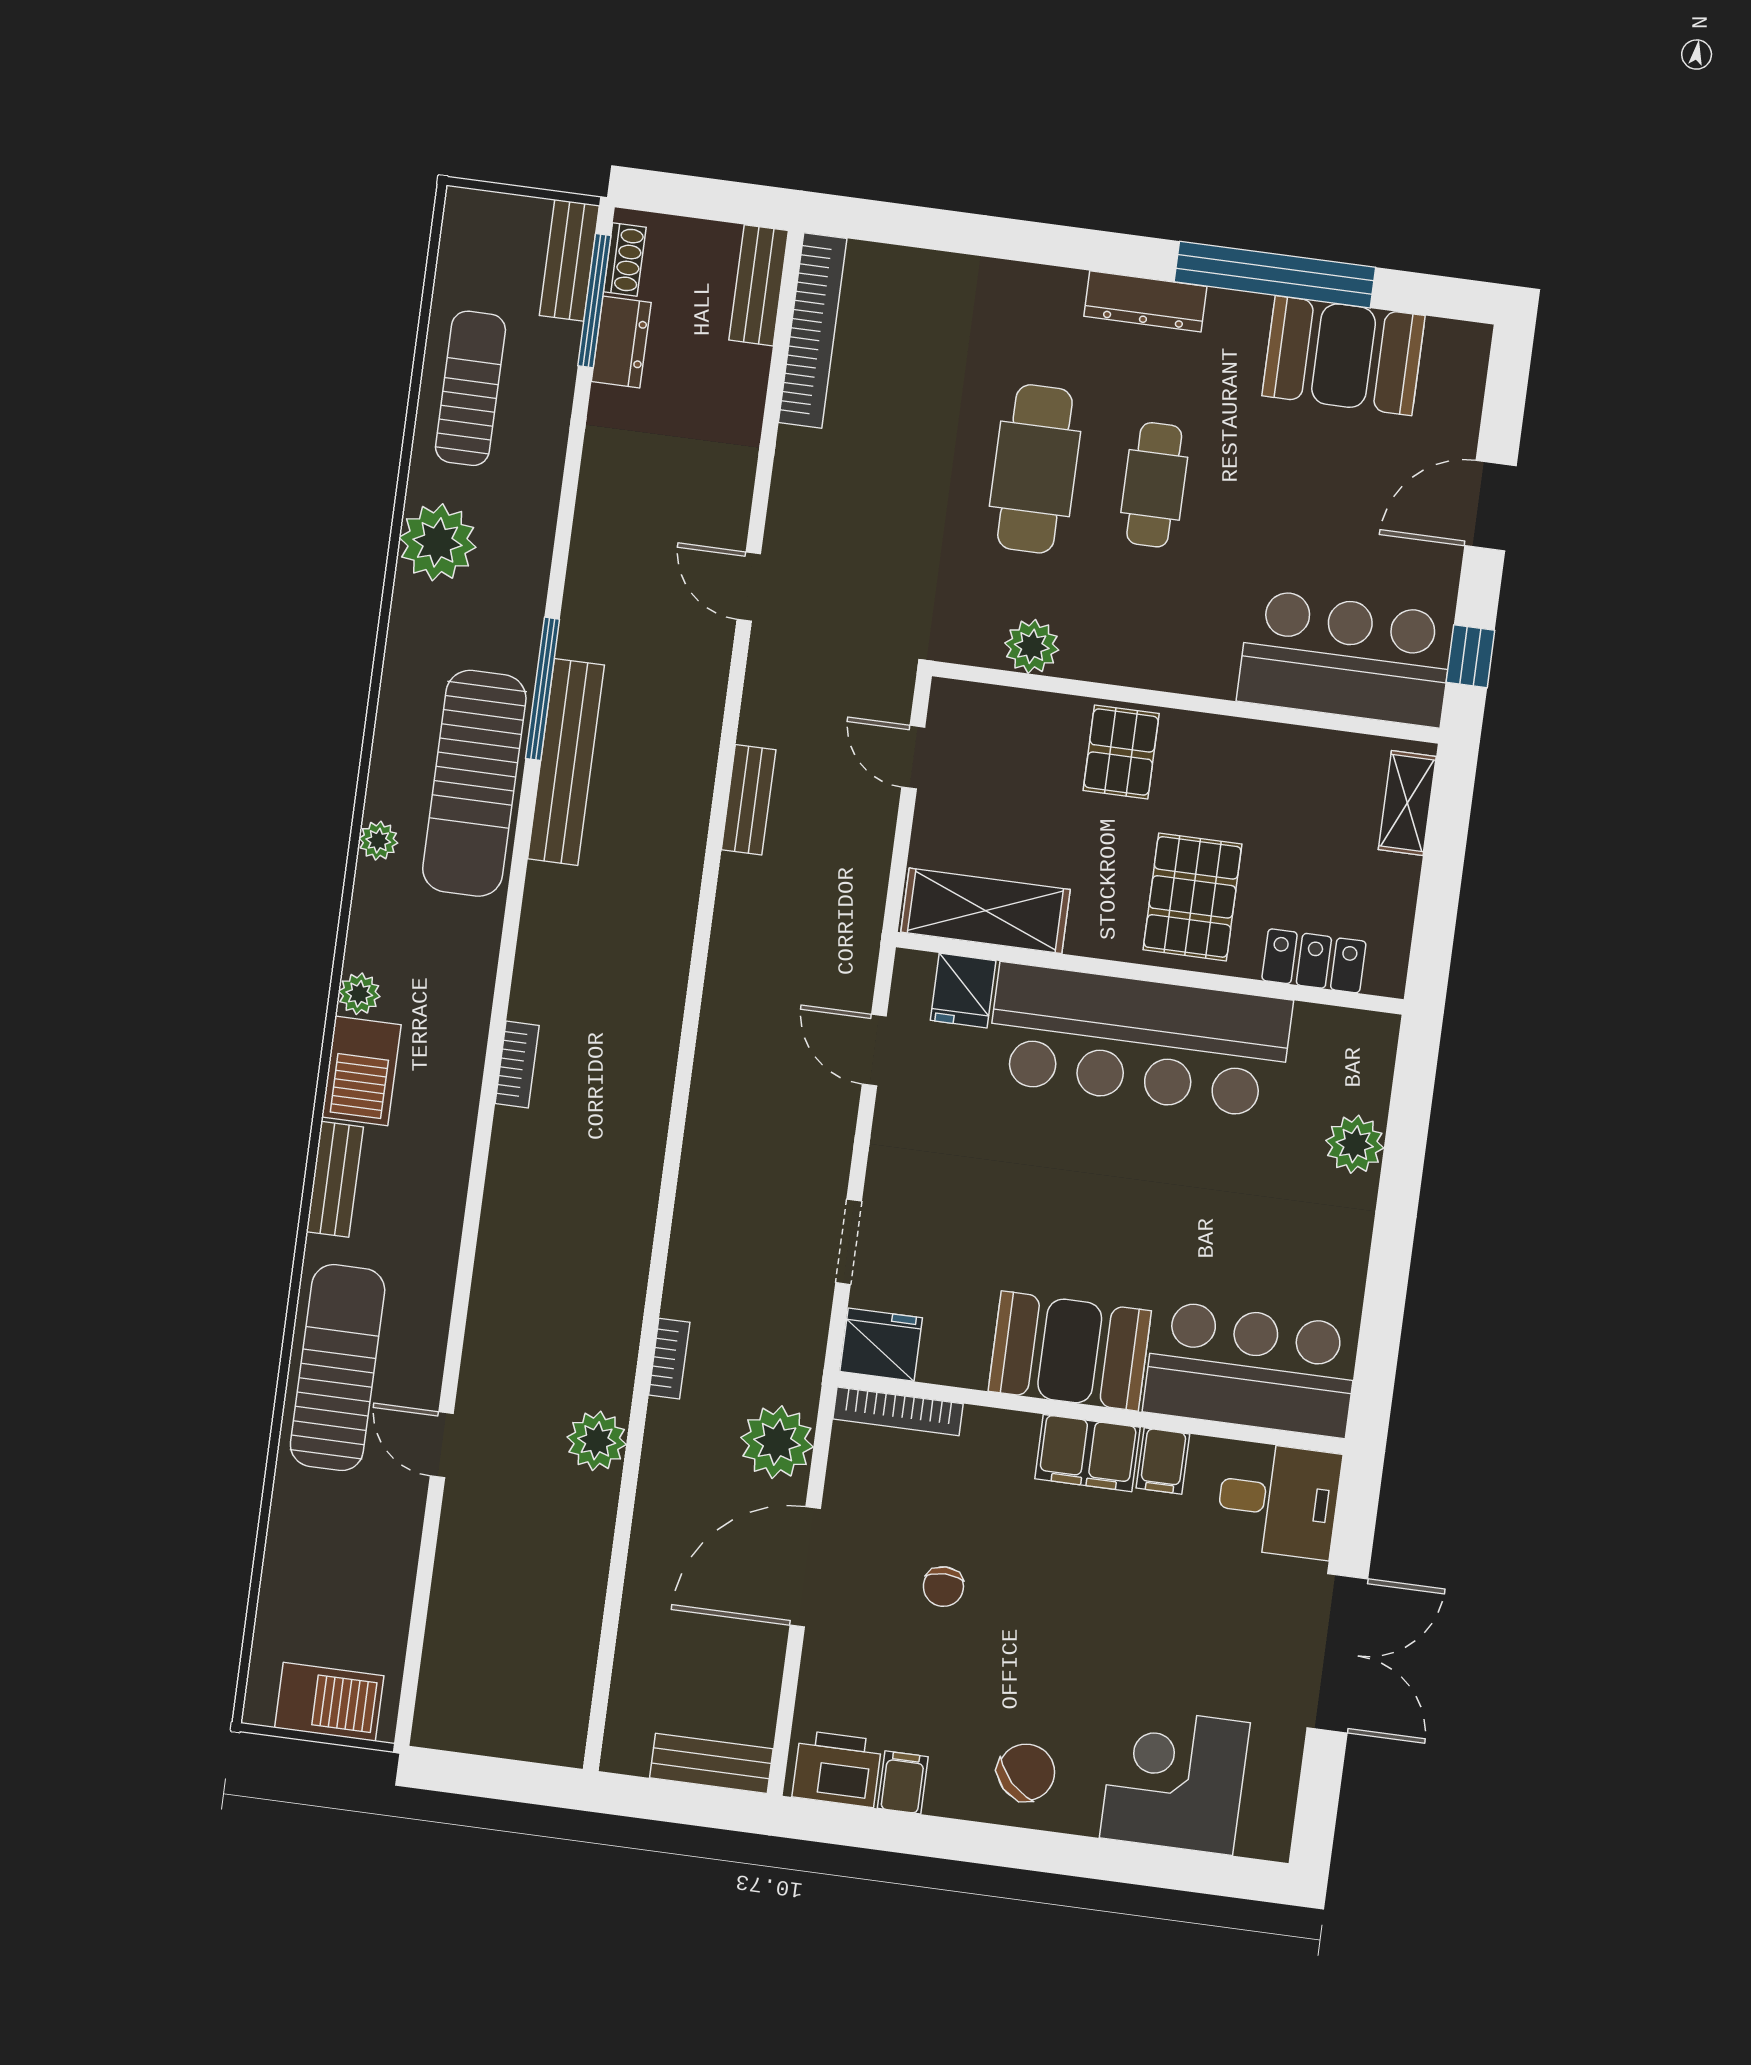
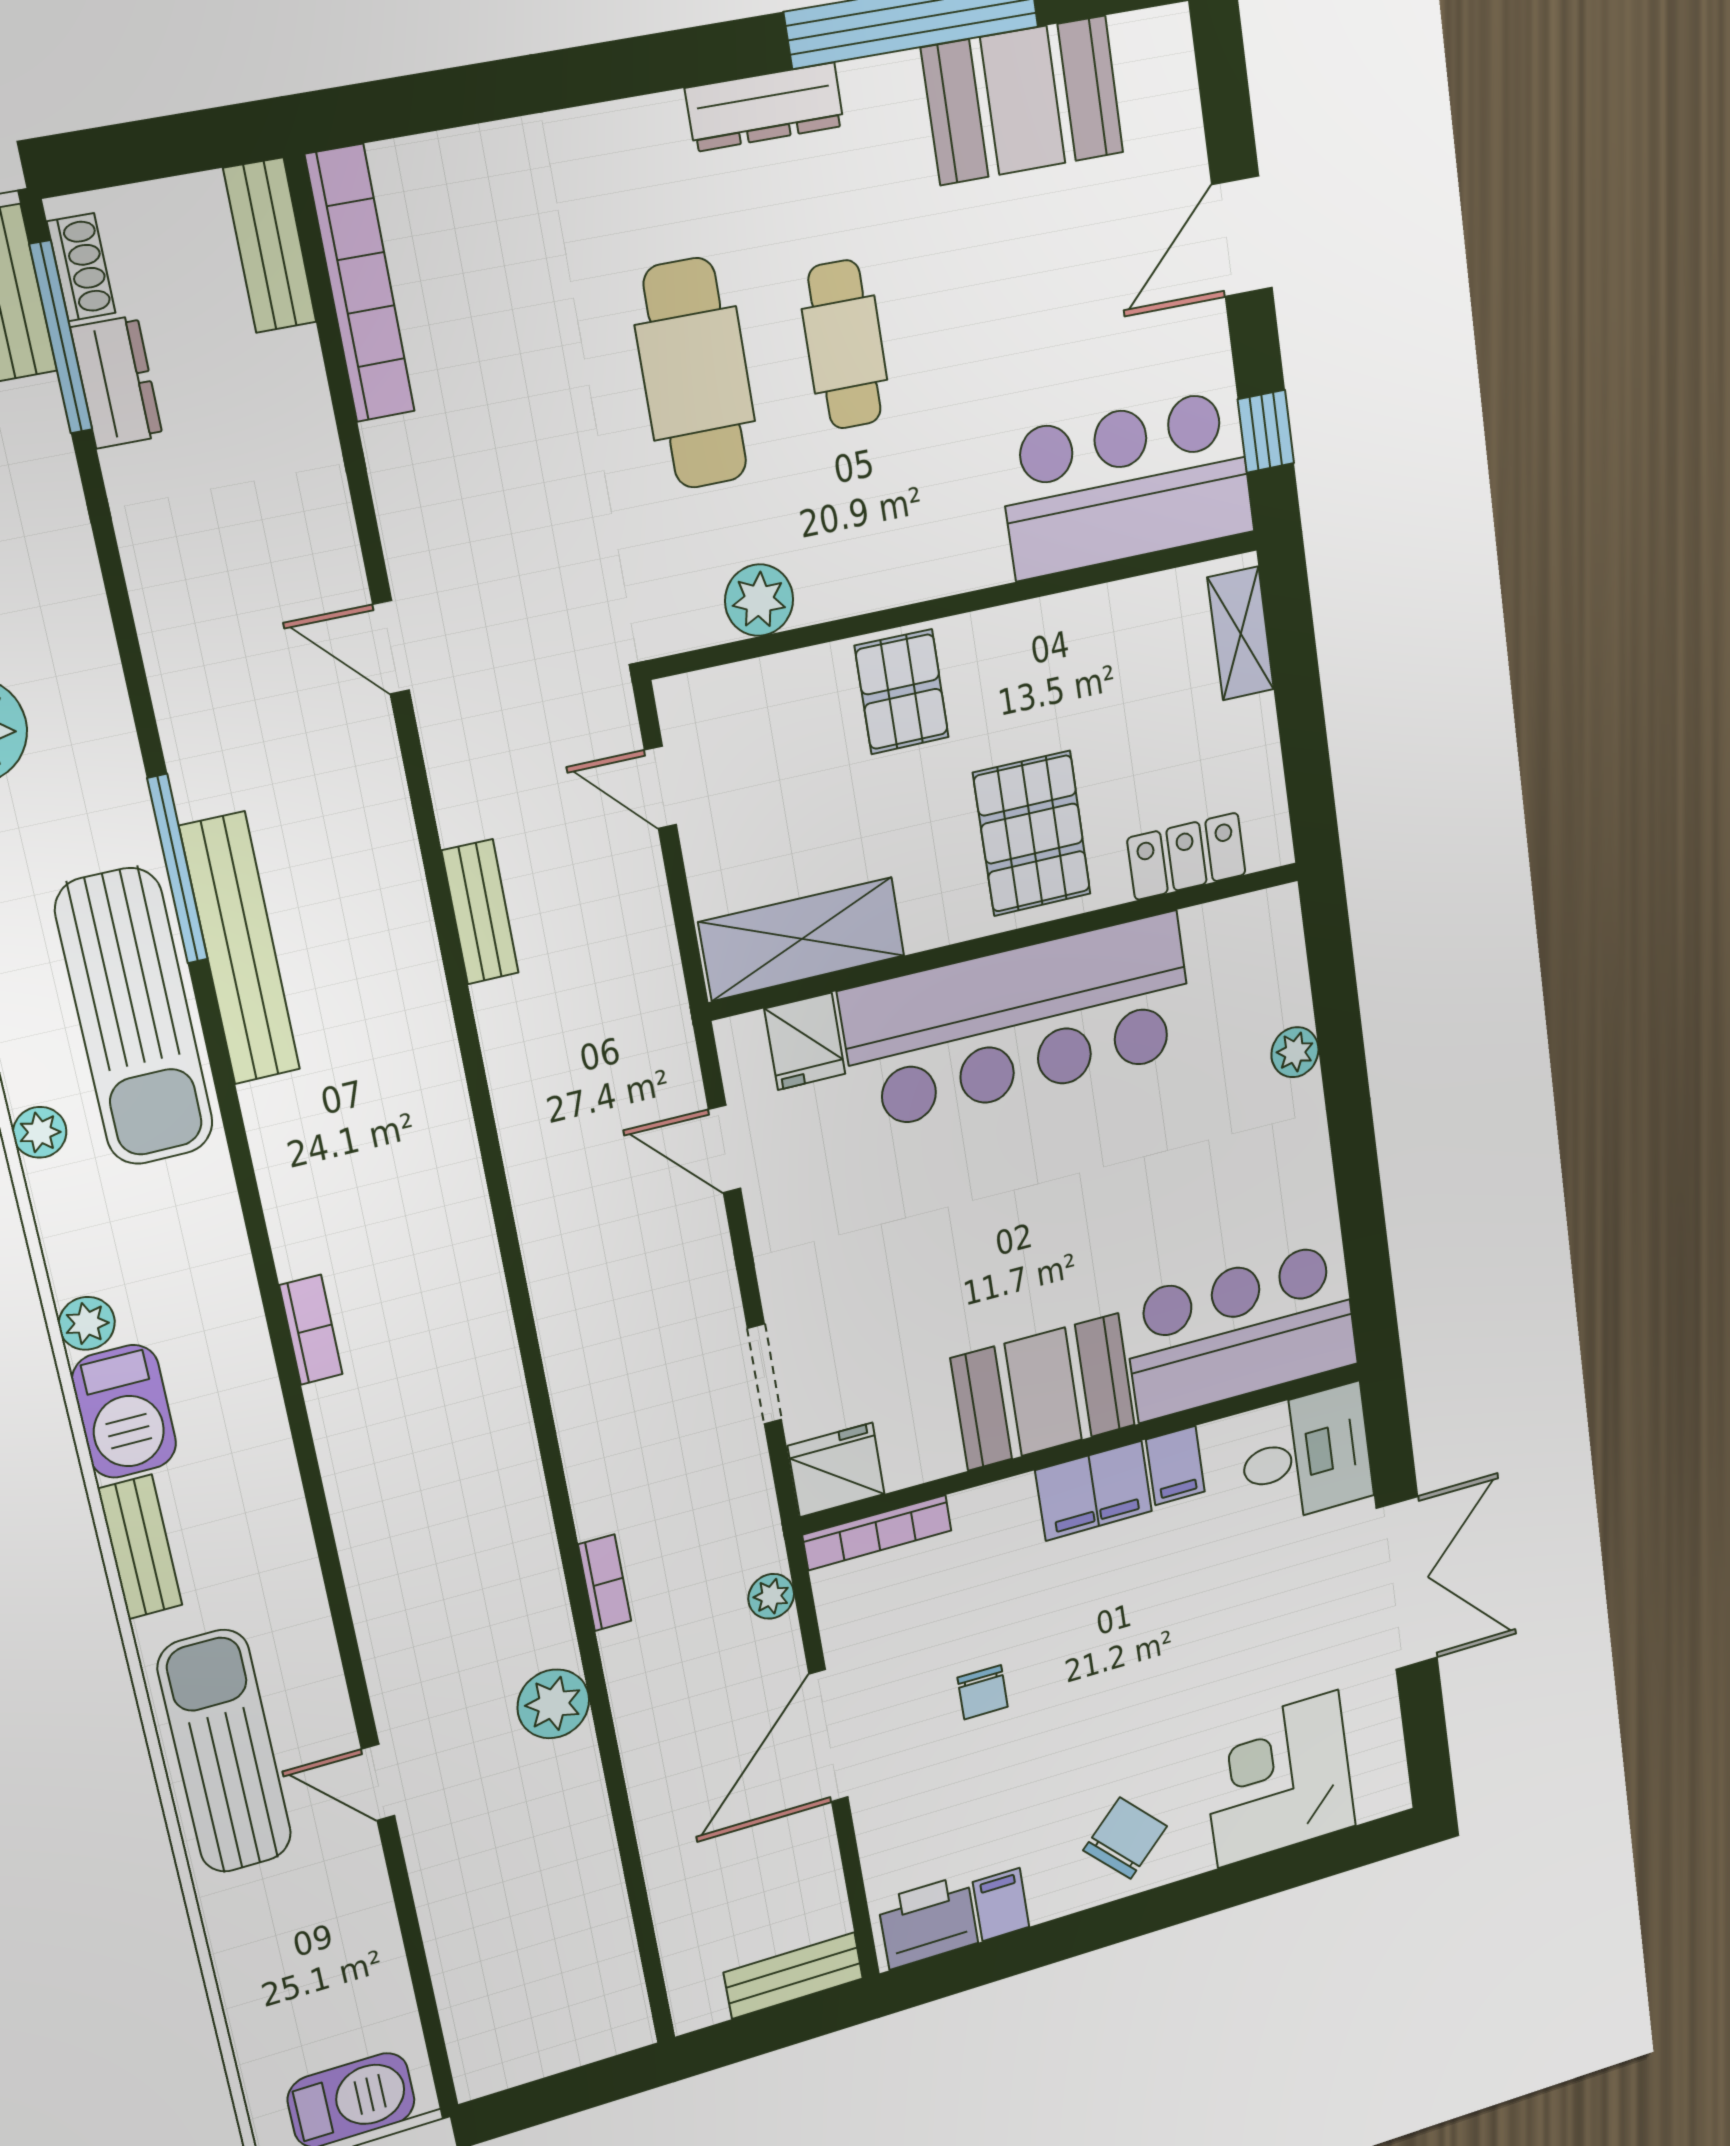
plant: (1355, 1144) -> (1295, 1052), width x0.73, depth x0.73
plant: (777, 1442) -> (771, 1596), width x0.53, depth x0.53

